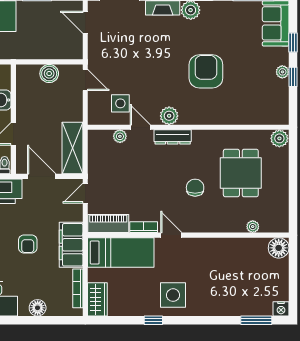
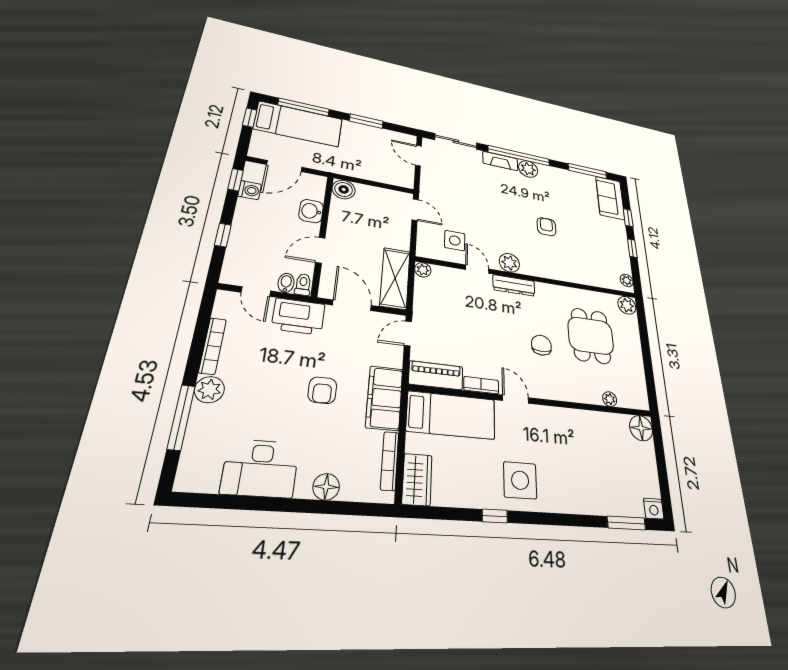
armchair: (206, 71) -> (546, 227), width x0.53, depth x0.53
plant: (282, 72) -> (627, 280), moved
boiler: (49, 74) -> (344, 189), moved
plant: (120, 136) -> (423, 270), moved

